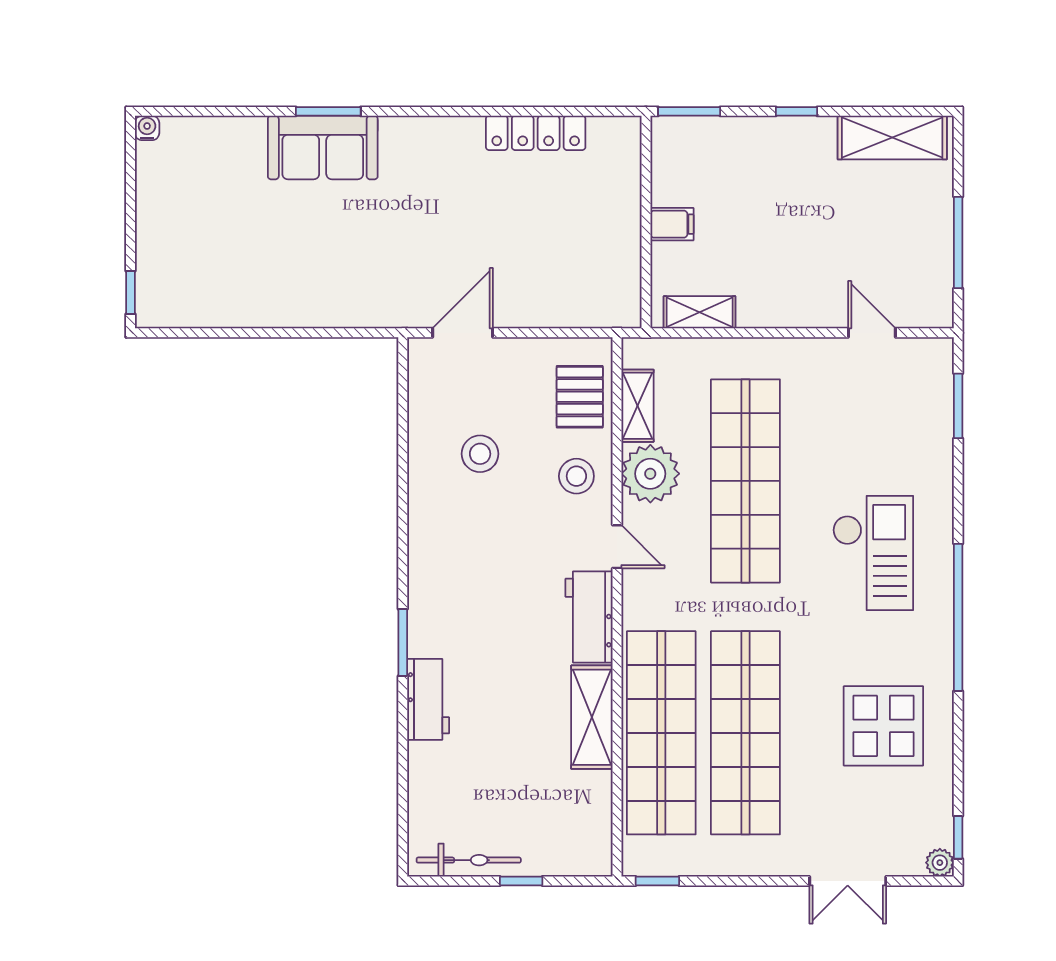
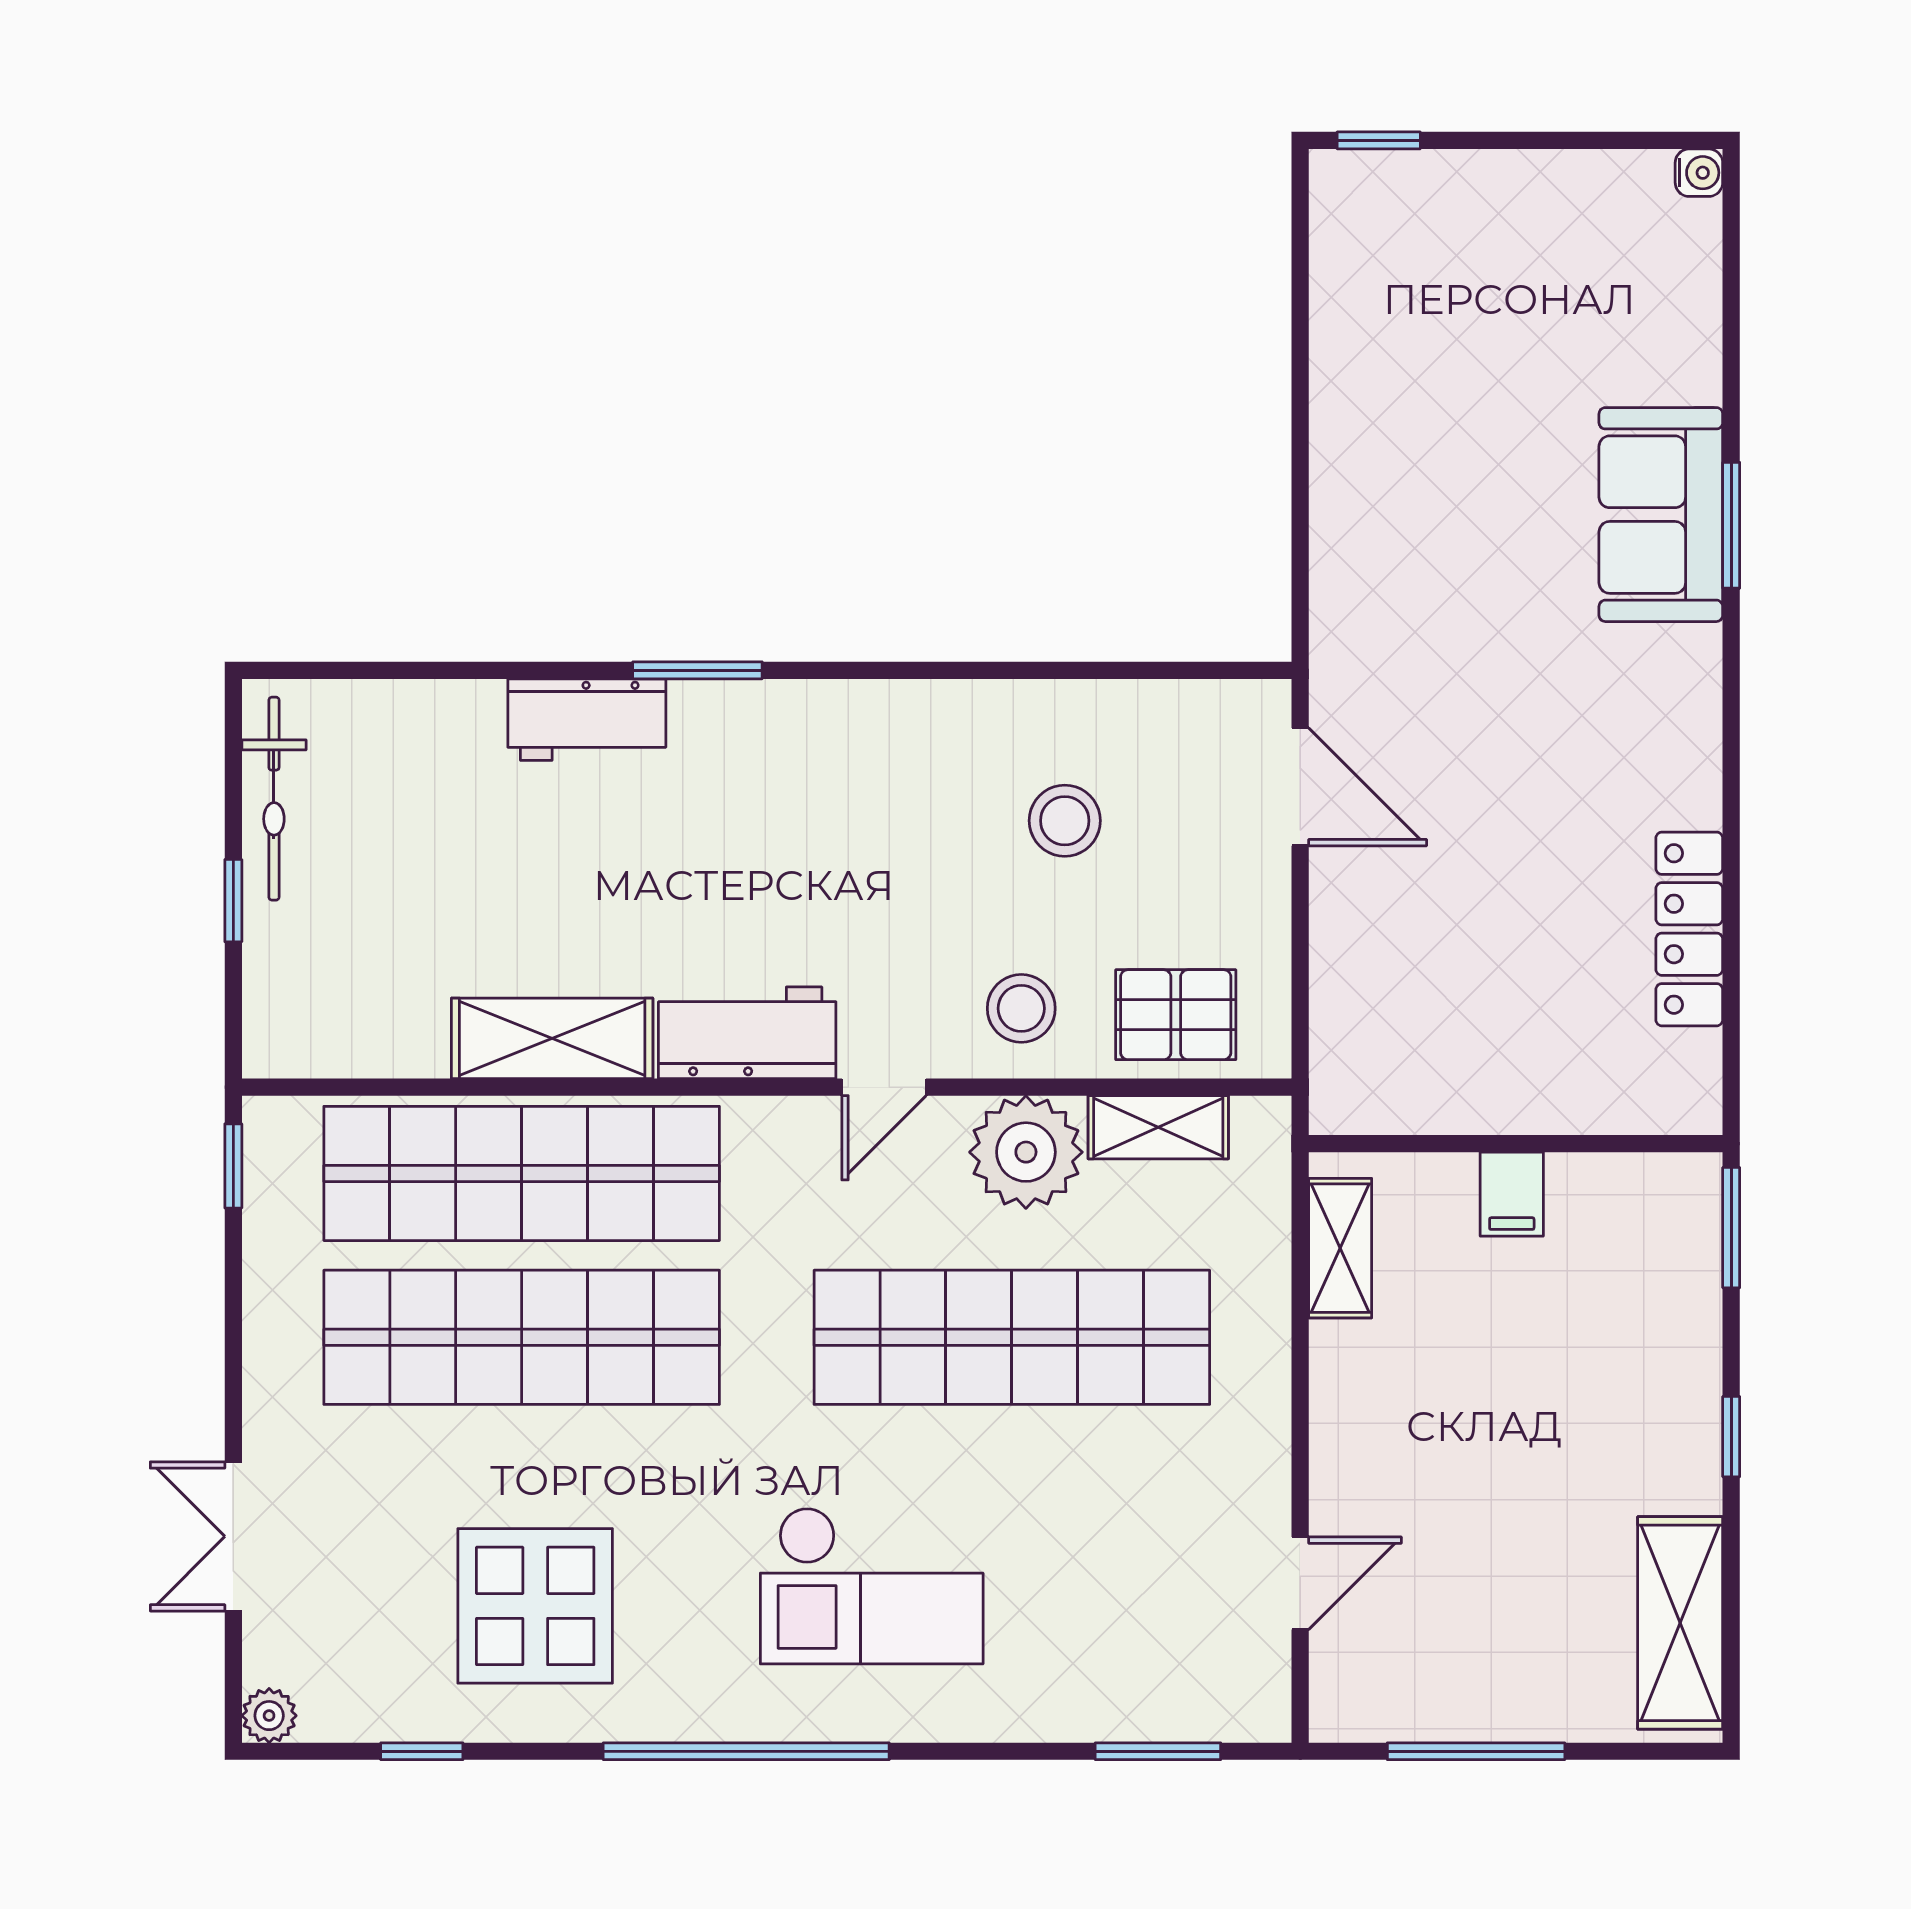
window: (958, 837) -> (422, 1751), moved

